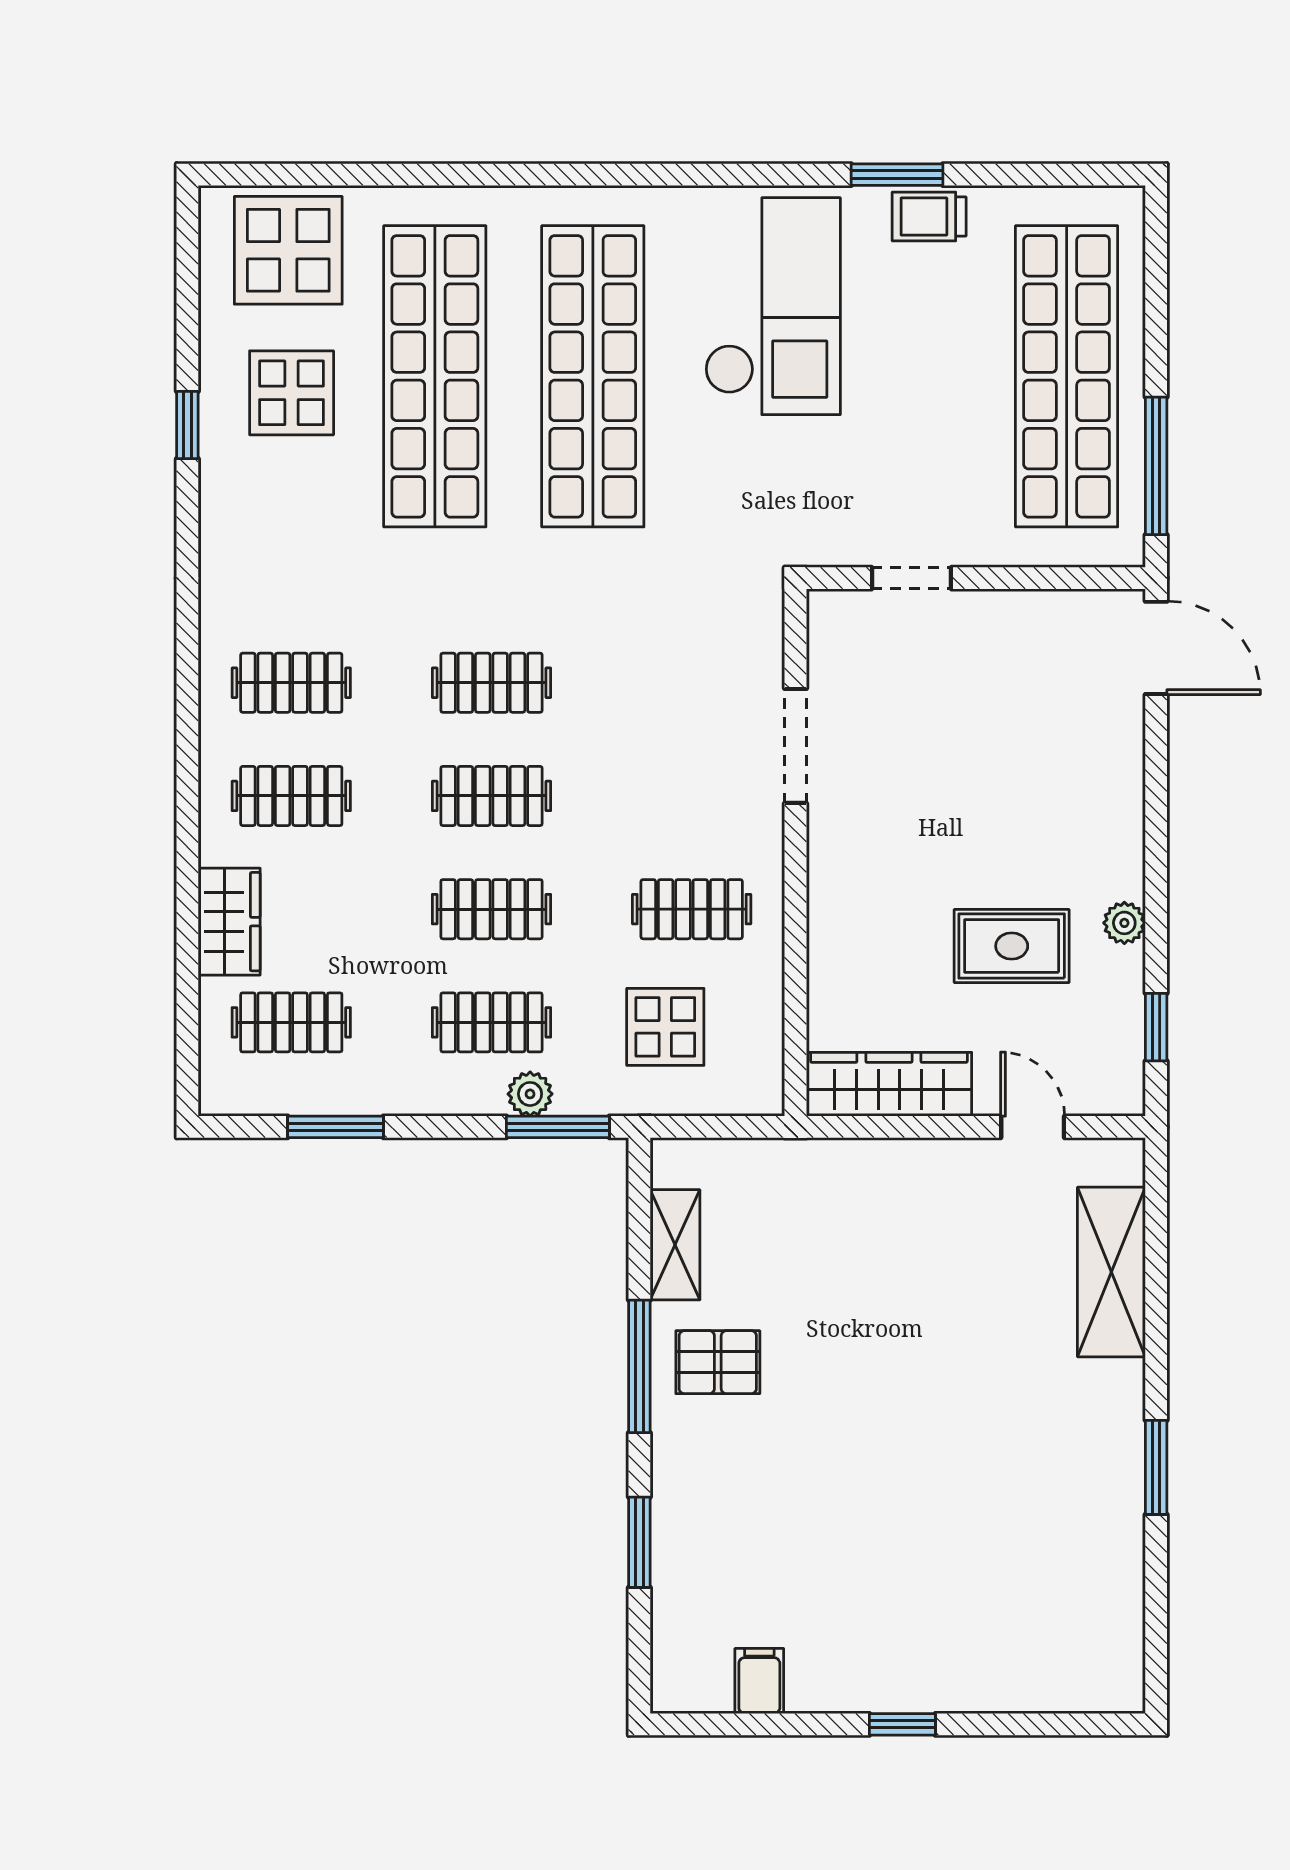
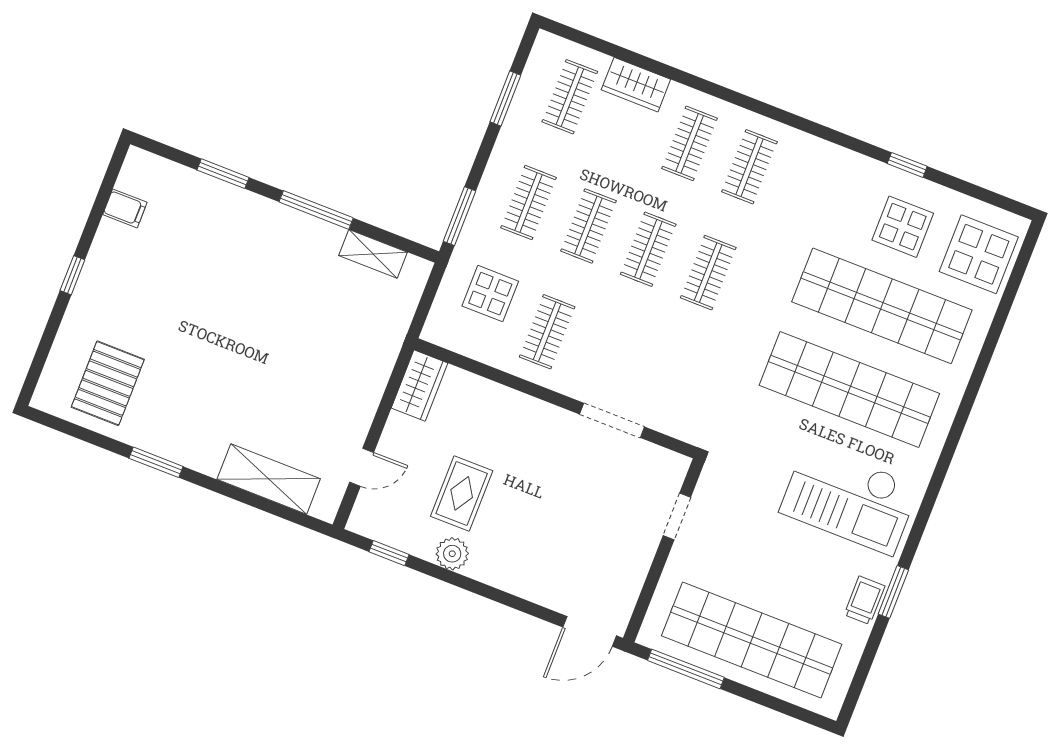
plant: (1124, 923) -> (452, 554), width x1.38, depth x1.38
wardrobe: (889, 1084) -> (419, 385), width x0.67
plant: (530, 1094) -> (483, 208), removed
pallet: (718, 1362) -> (108, 383), moved, width x1.50, depth x1.42

